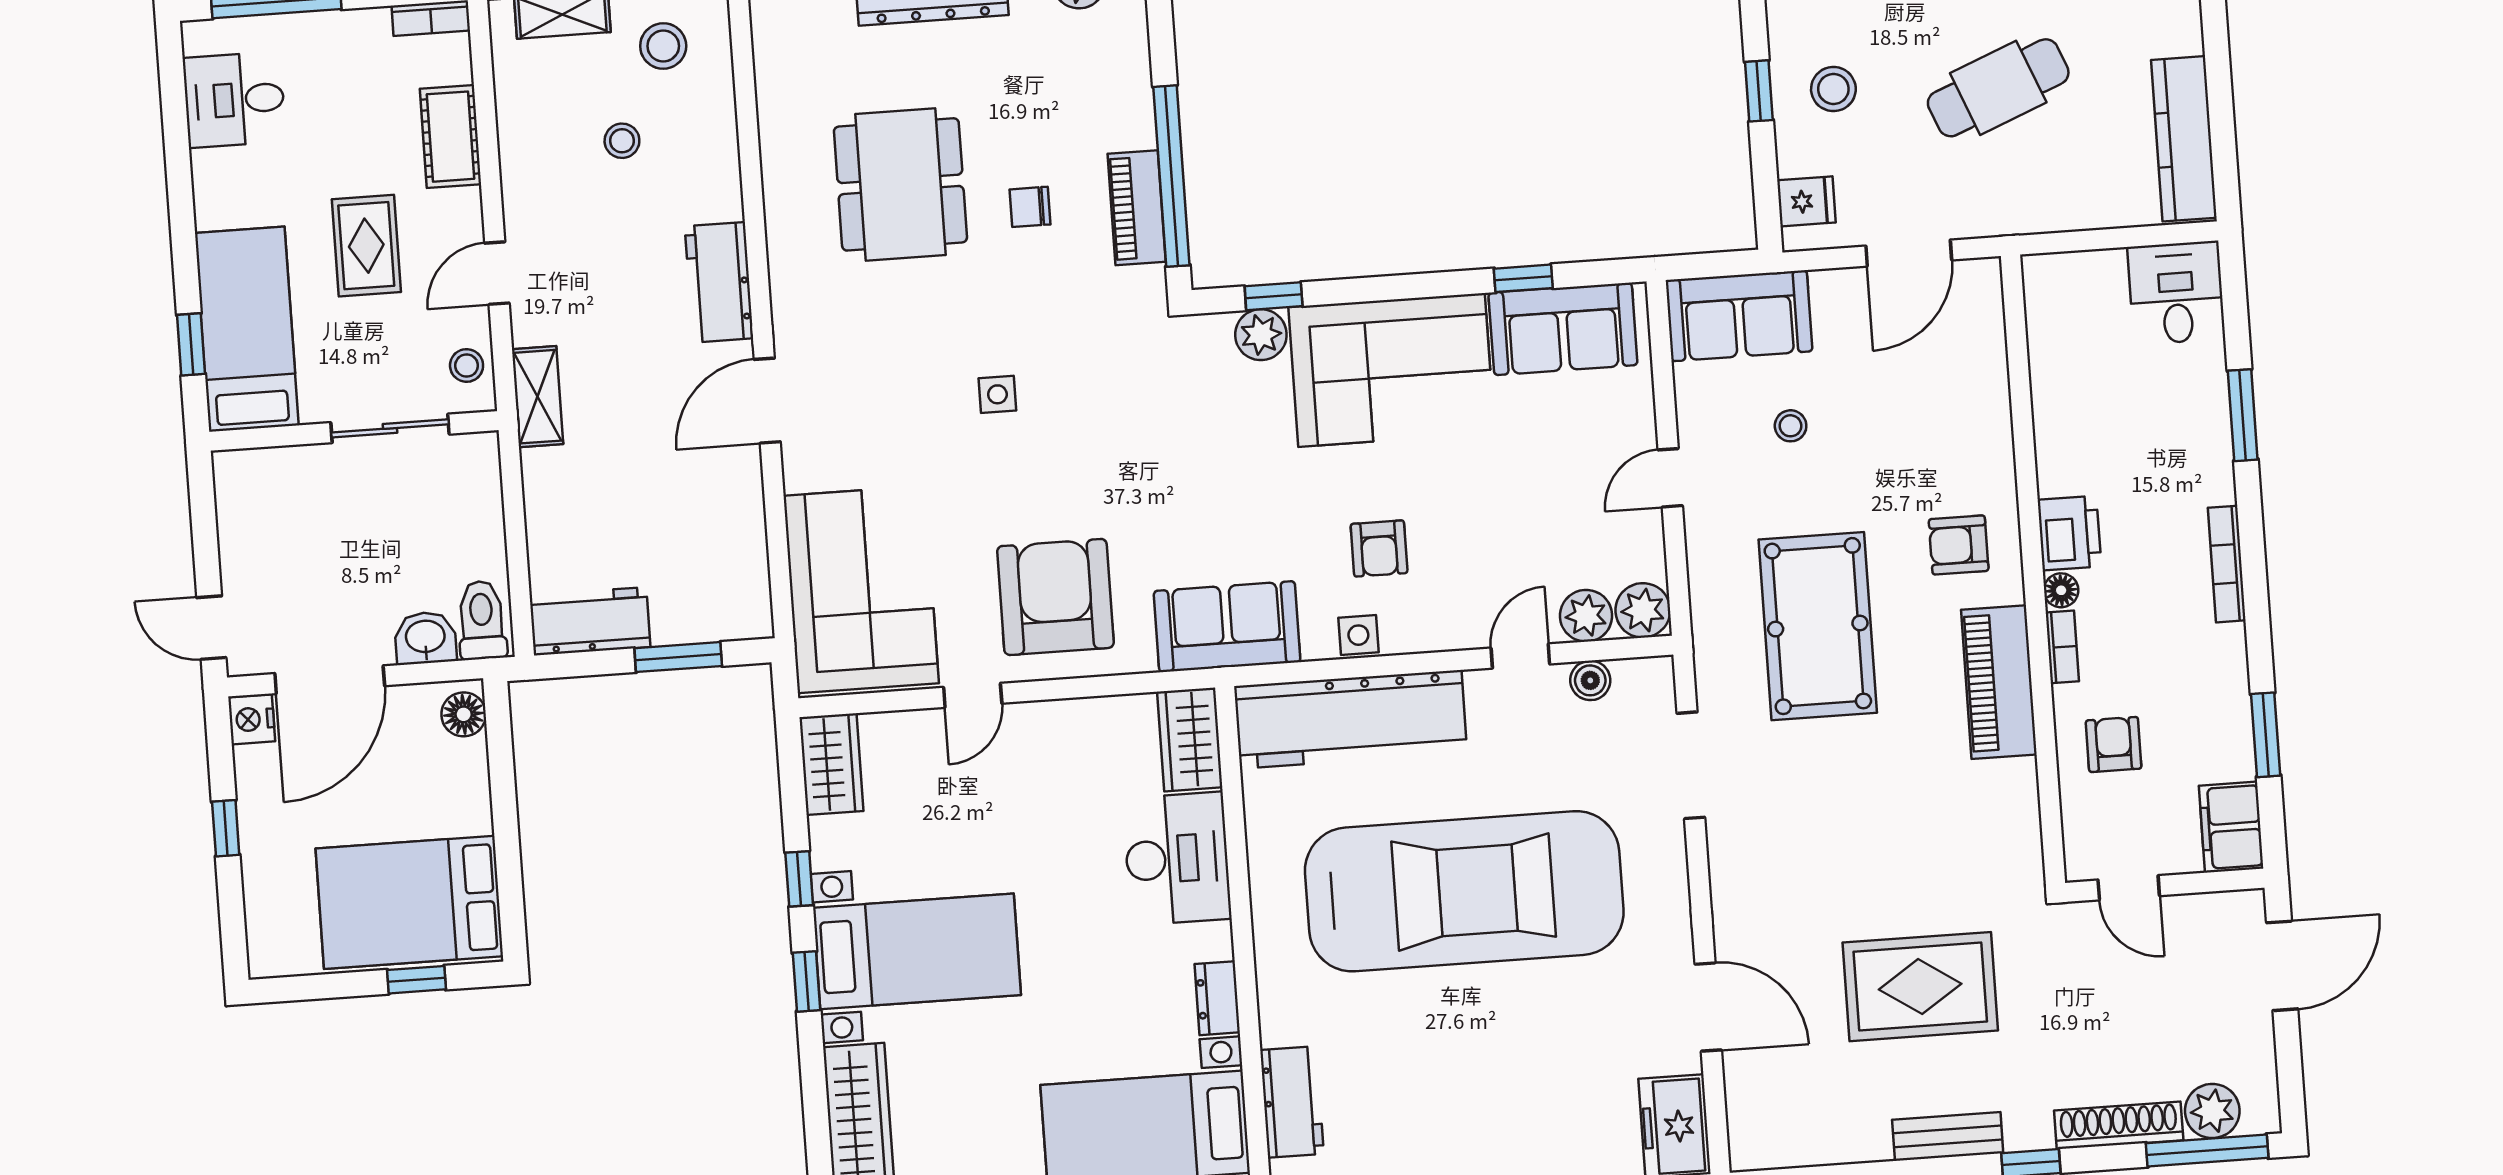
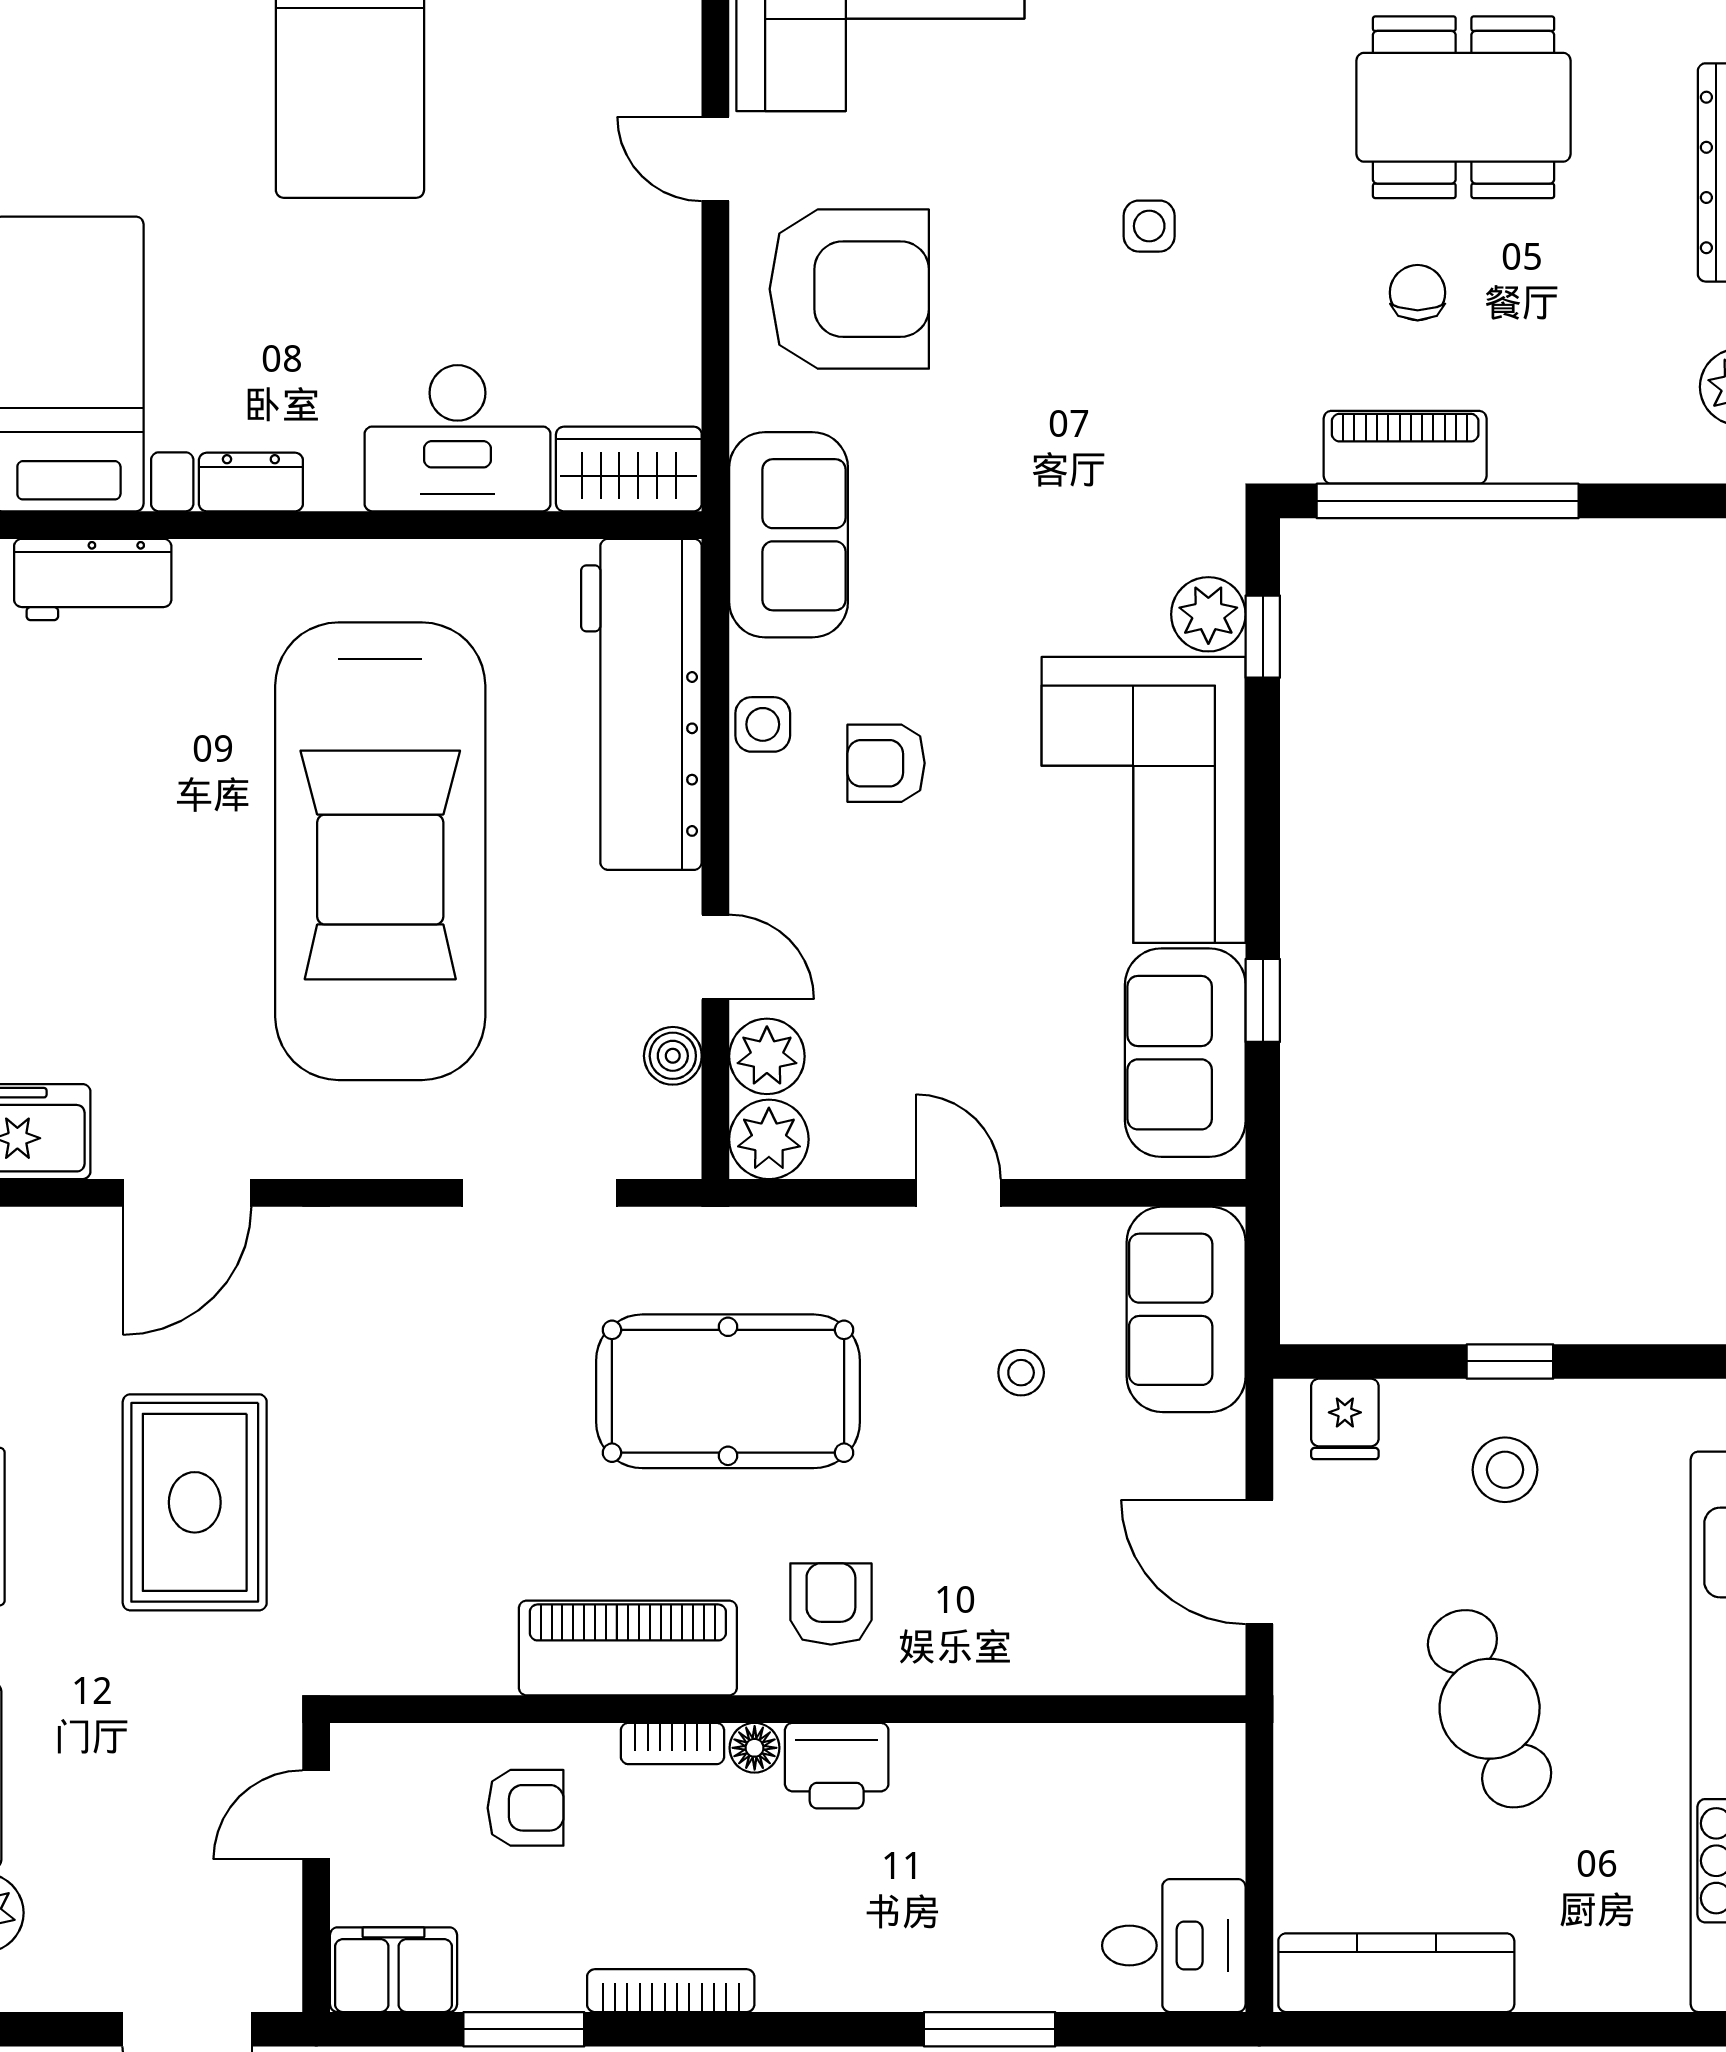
bookcase: (2227, 564) -> (671, 1991), moved

